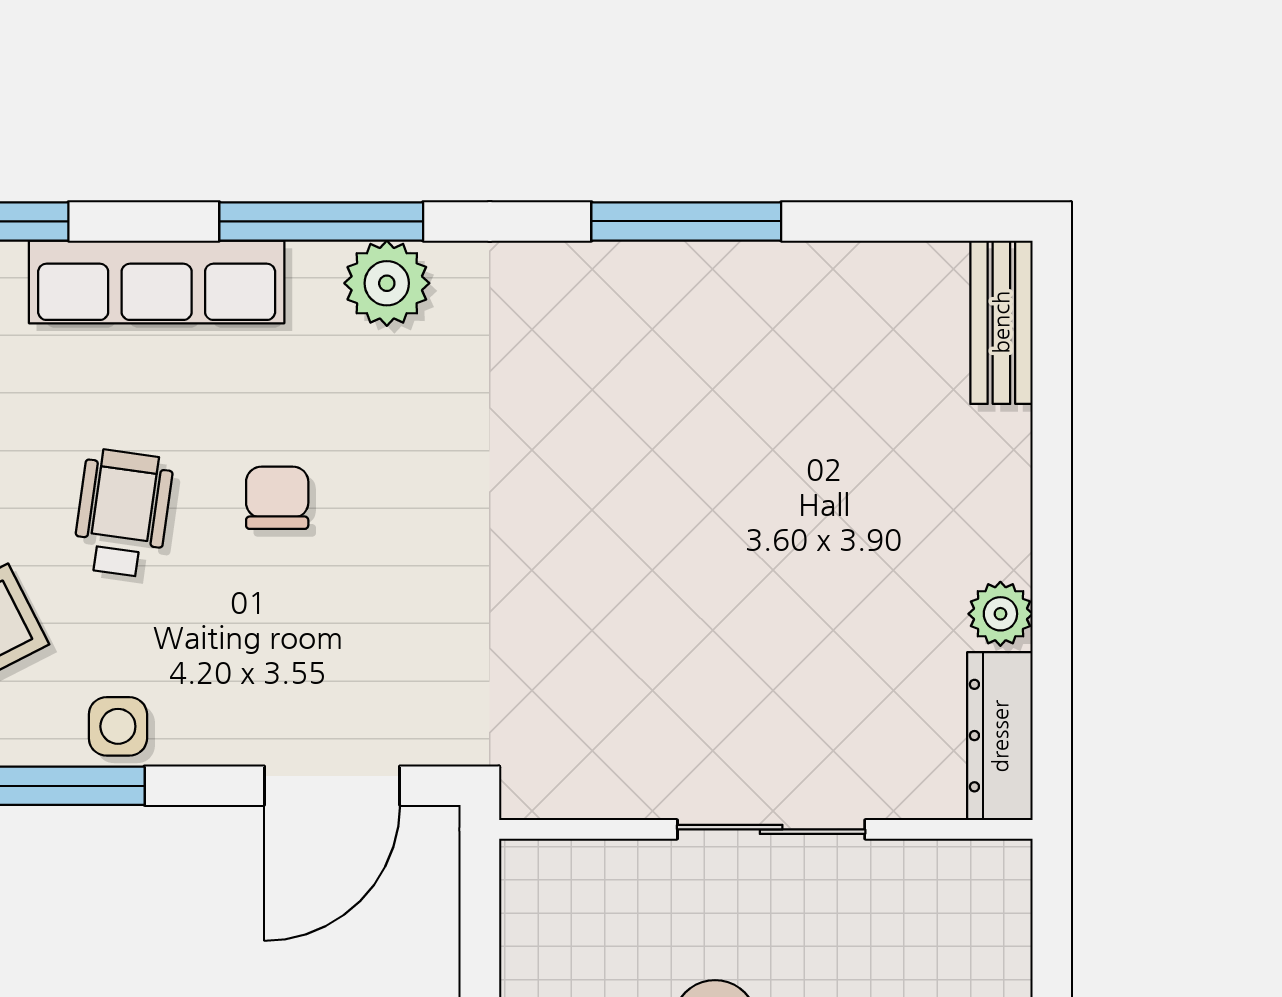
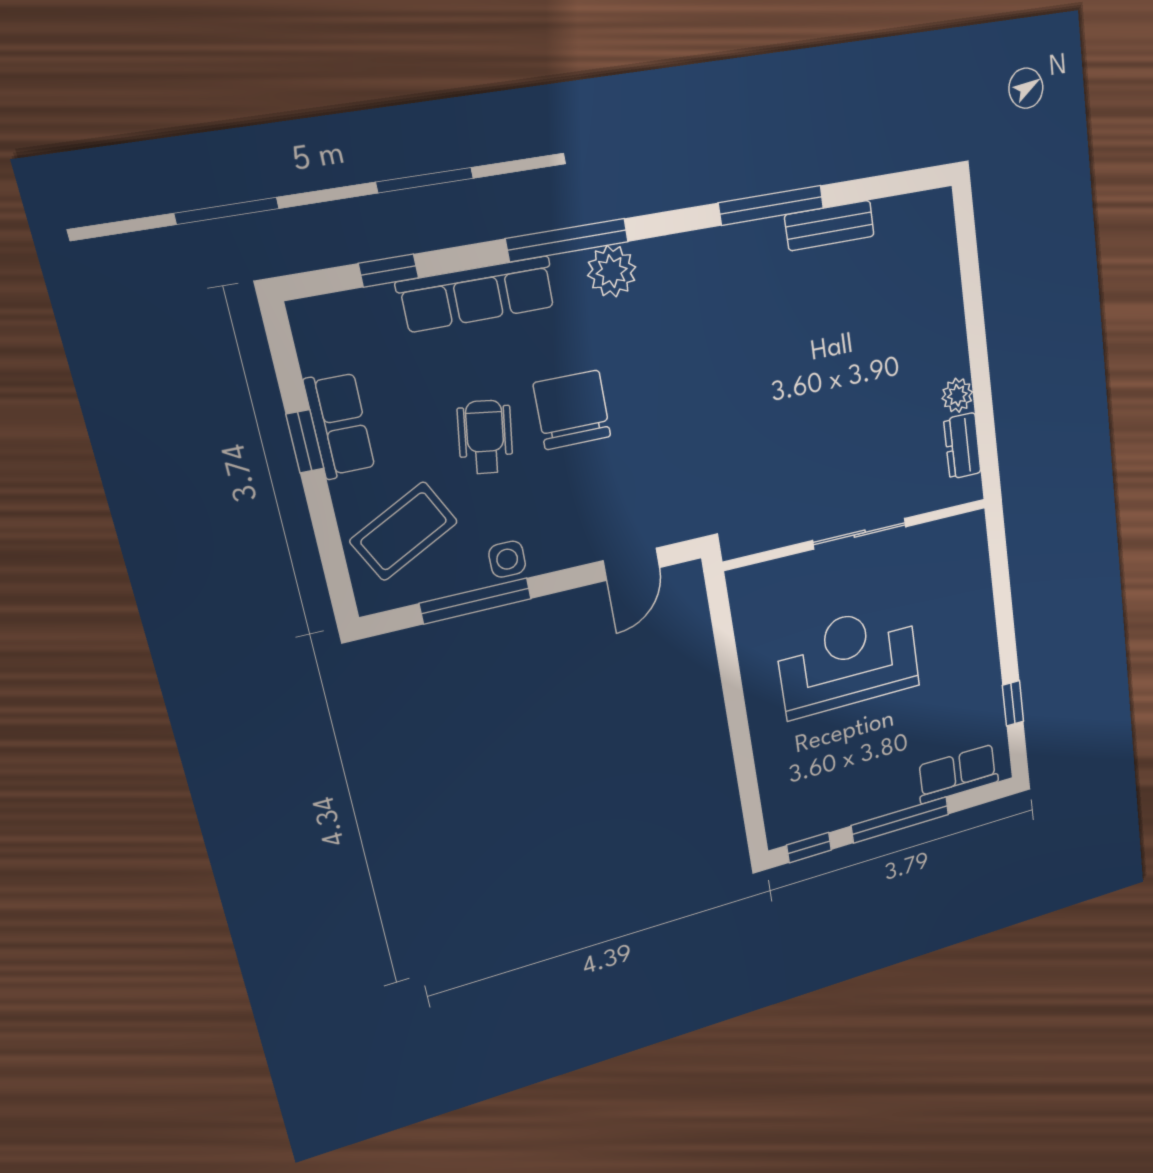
bench: (1001, 322) -> (830, 226), moved, turned 90
chair: (277, 498) -> (572, 410), width x1.87, depth x1.87
dresser: (1000, 736) -> (962, 446), width x0.70
door: (332, 786) -> (631, 564), width x0.73

